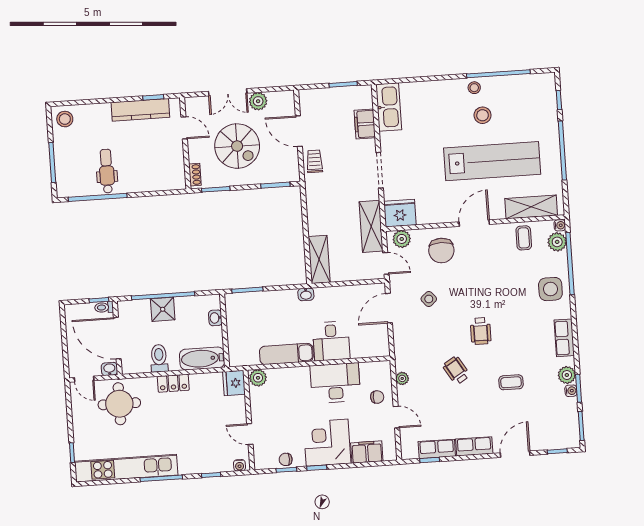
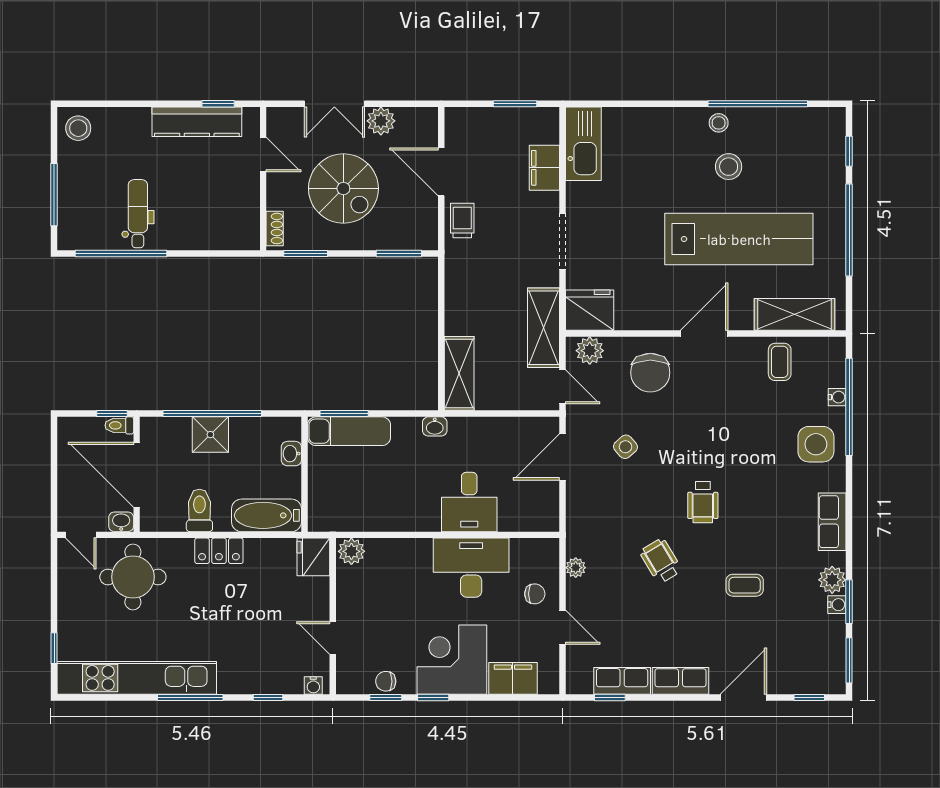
water cooler: (560, 225) -> (837, 397), moved
plant: (557, 242) -> (831, 372), removed
exam couch: (286, 354) -> (349, 431), moved, turned 180

